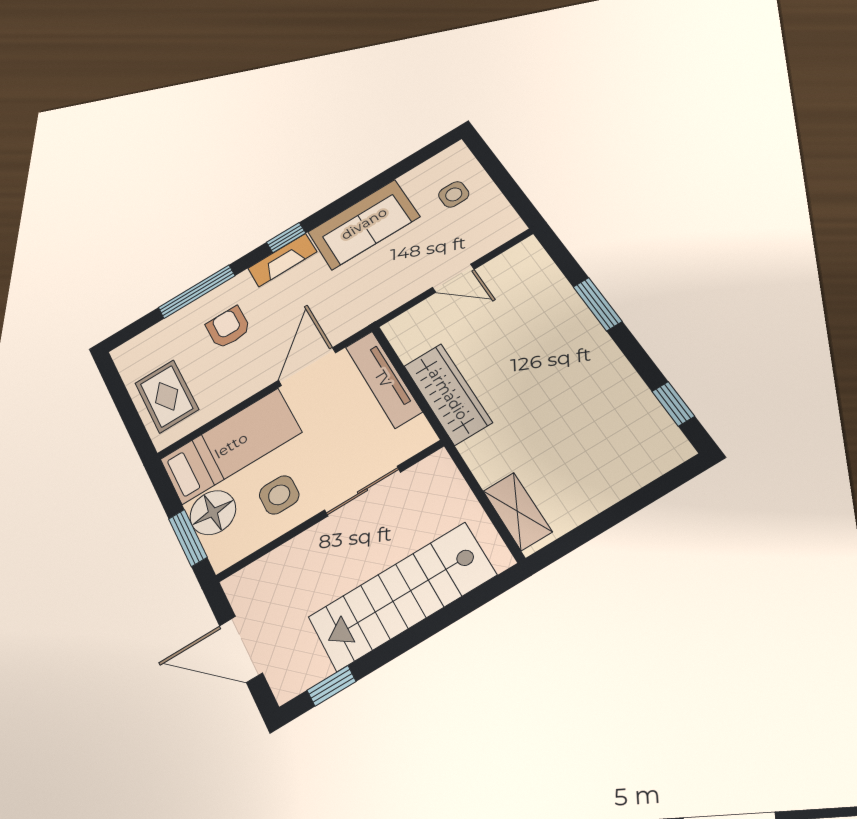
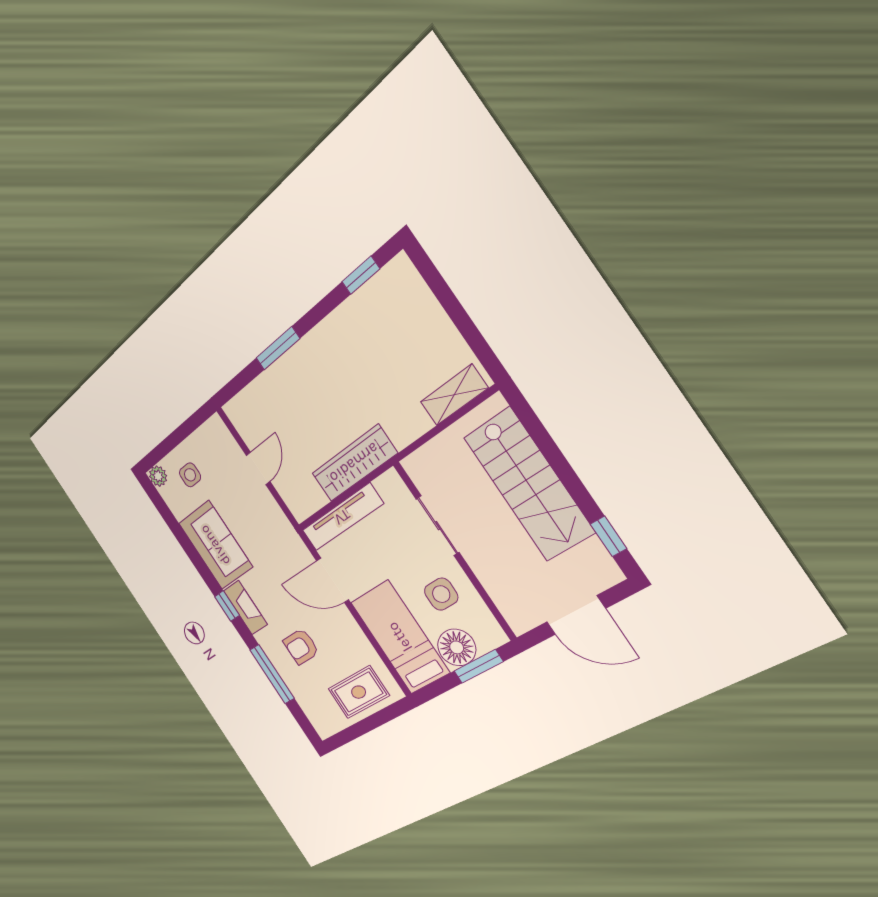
plant: (456, 155) -> (158, 476), added
door: (241, 649) -> (576, 615), hinge flipped

